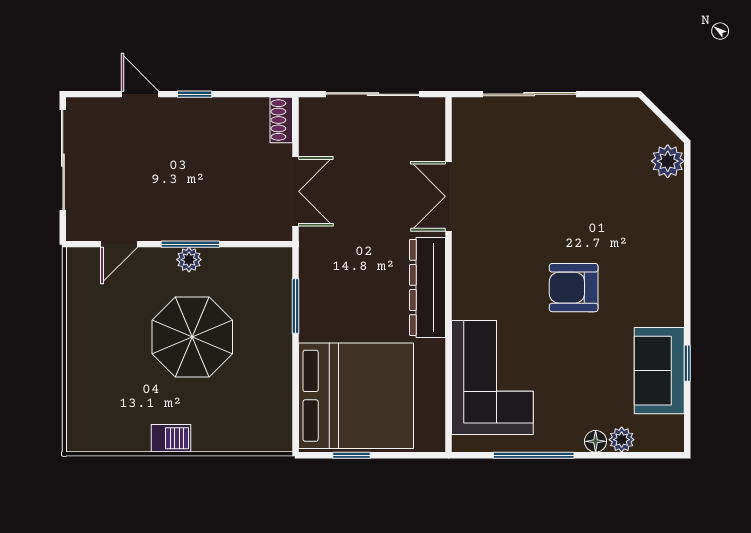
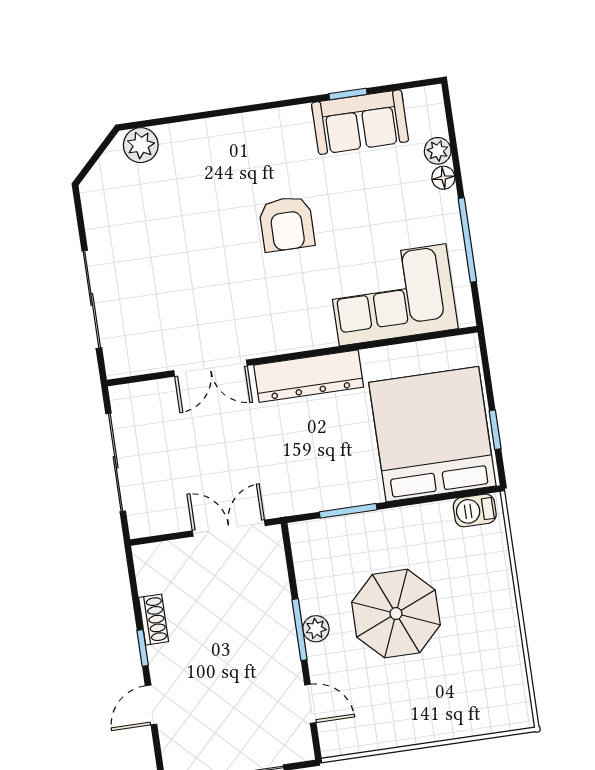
shoe rack: (281, 120) -> (154, 620), moved, turned -90
barbecue: (171, 438) -> (475, 510), moved, turned -90

